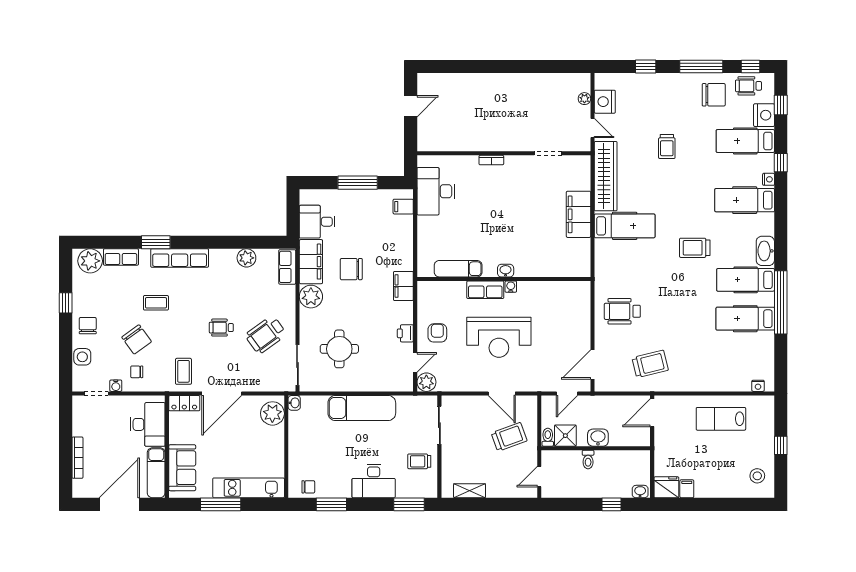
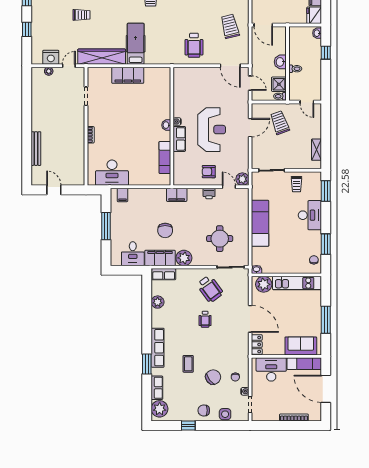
bench: (471, 80) -> (36, 149), added
coffee table: (183, 371) -> (235, 345), removed
kitchen unit: (249, 488) -> (297, 283), moved, turned -90

